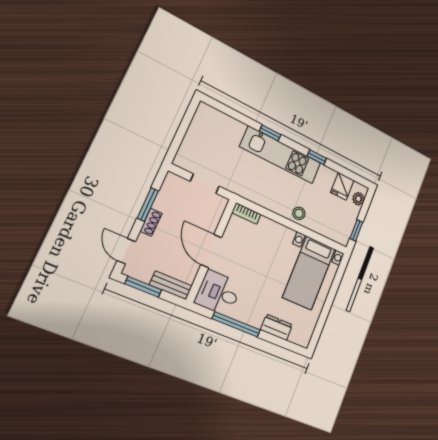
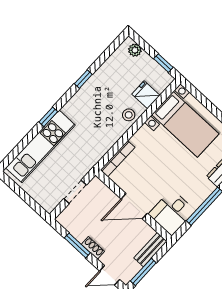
kitchen unit: (281, 155) -> (40, 146), moved
fridge: (342, 186) -> (146, 95), moved, turned 180
bookcase: (246, 214) -> (118, 159), width x1.56

